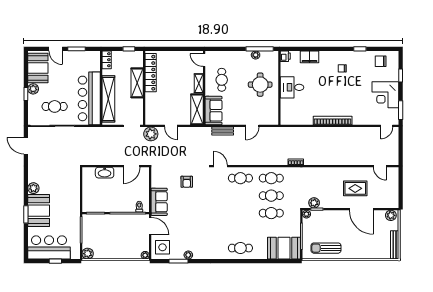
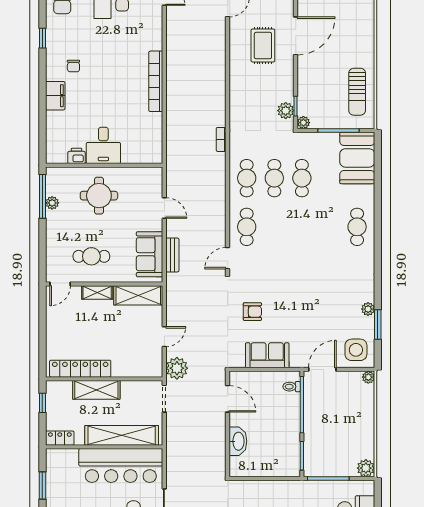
printer: (285, 56) -> (77, 156), moved
filing cabinet: (309, 57) -> (55, 96), moved
sofa: (214, 111) -> (150, 254), moved, turned -90
sofa: (159, 202) -> (267, 355), moved

